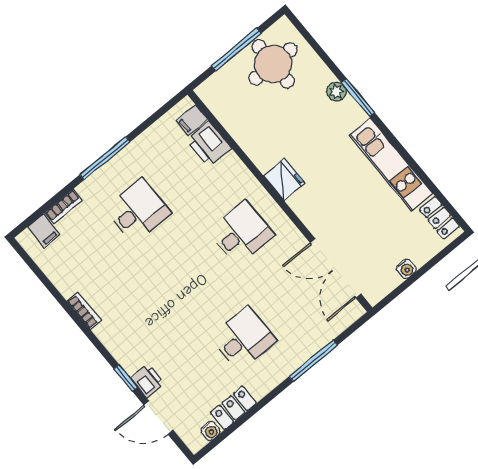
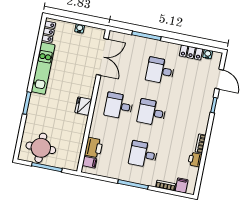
plant: (336, 92) -> (31, 114), removed
desk: (191, 275) -> (152, 113), added
printer: (147, 381) -> (195, 160), moved

